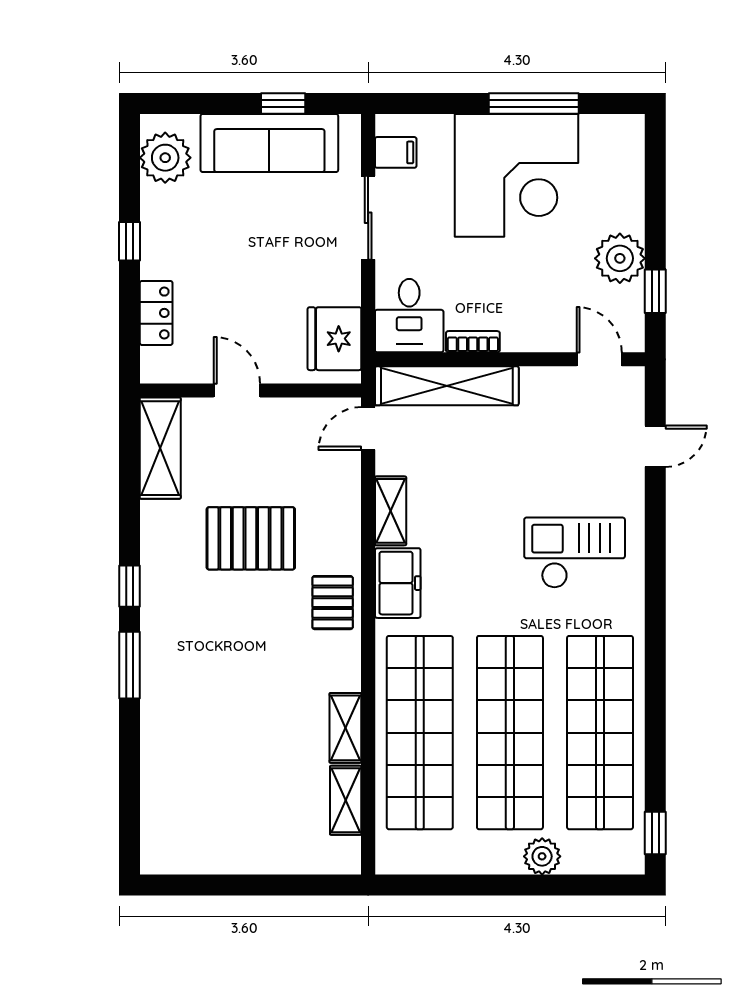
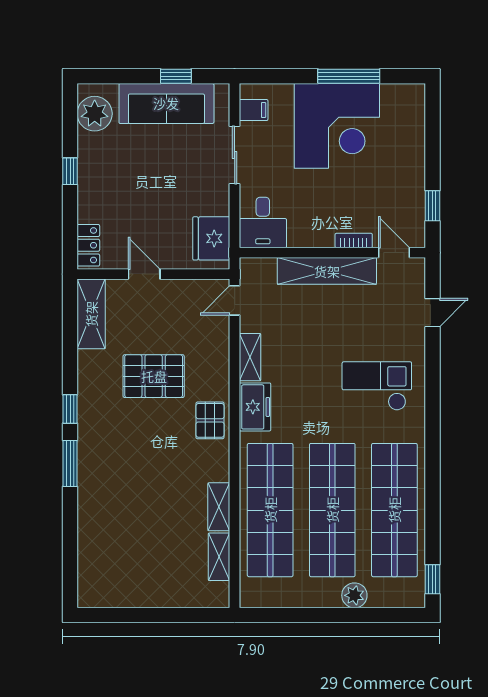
plant: (620, 258) -> (408, 183), removed
locker: (156, 313) -> (88, 245), moved
bookcase: (473, 342) -> (354, 241), moved
shelving: (447, 386) -> (327, 271), moved

